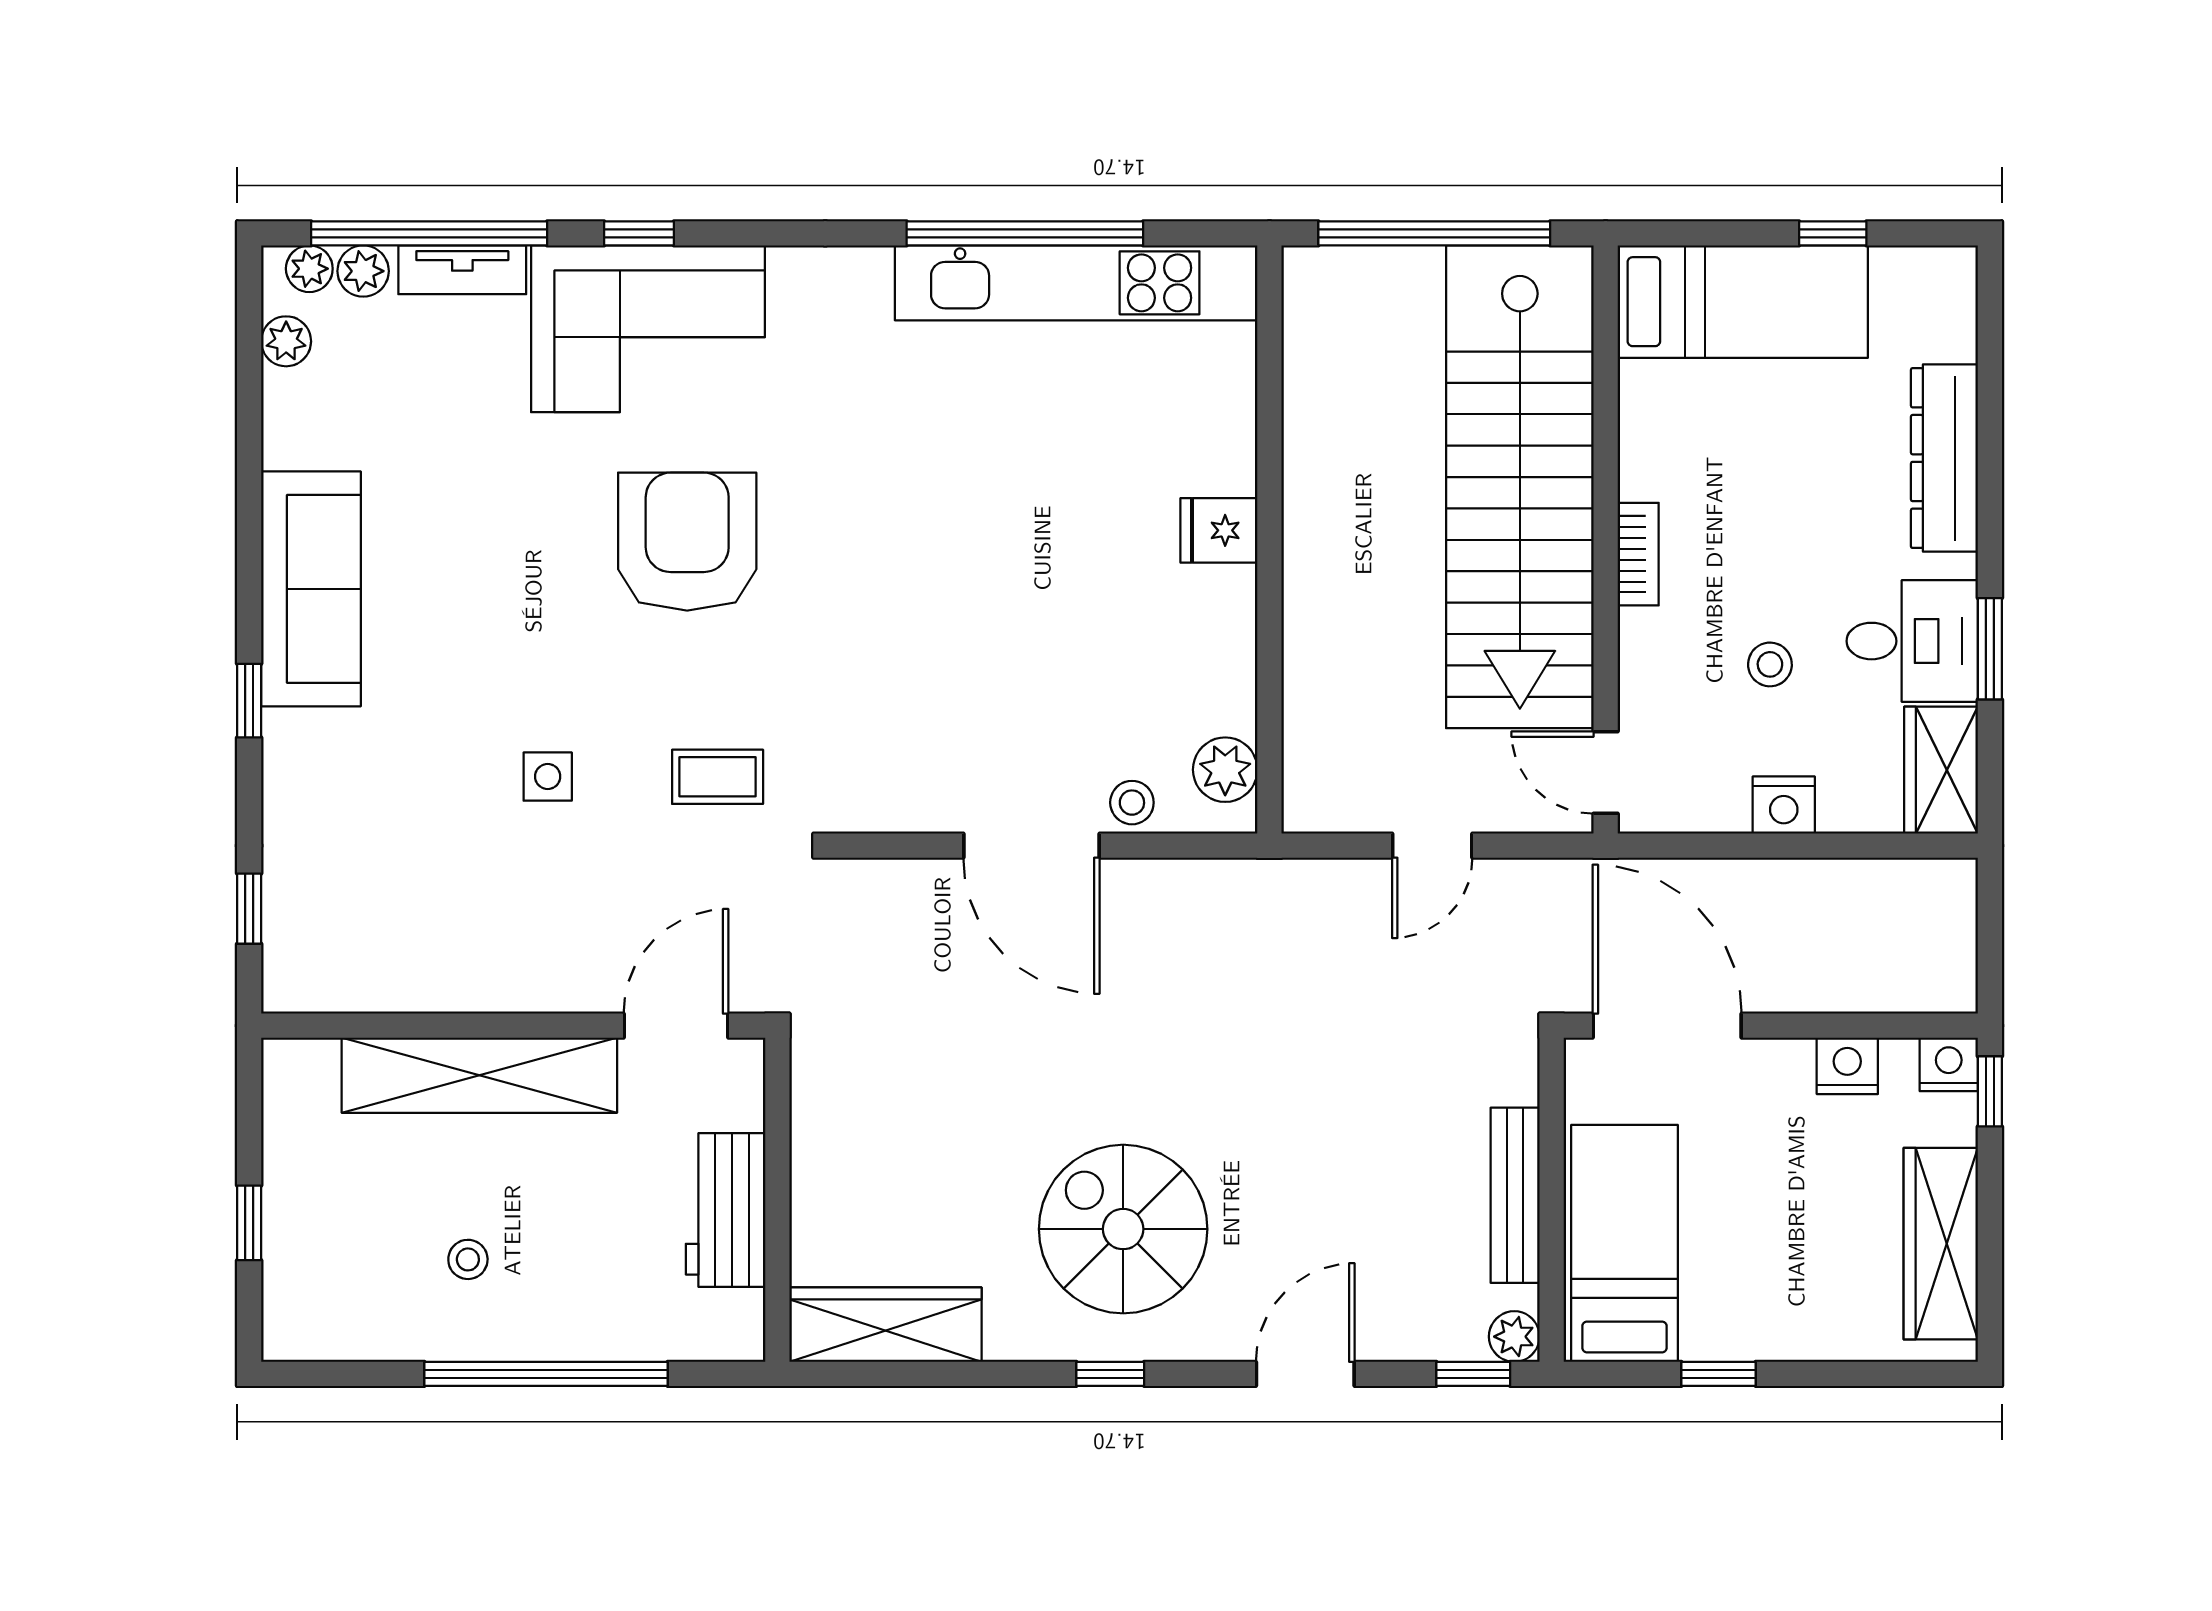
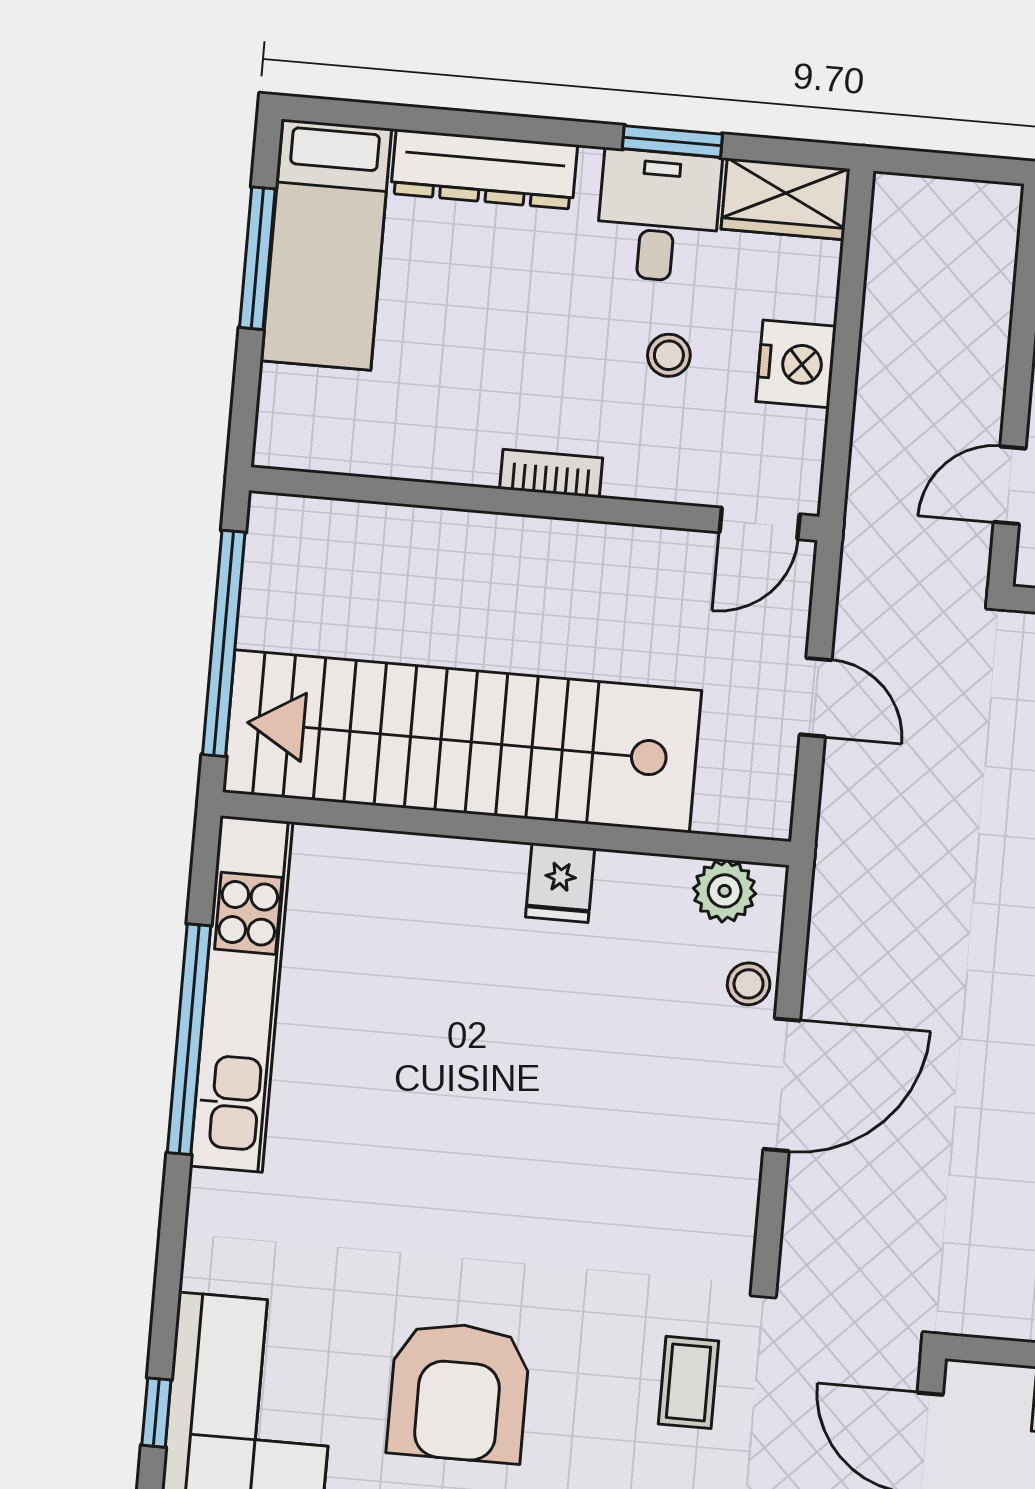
window: (1833, 233) -> (257, 258), width x2.17
bed: (1743, 302) -> (327, 245), moved, turned 180
stairs: (1520, 487) -> (462, 741), moved, turned 180
fridge: (1219, 530) -> (560, 883), moved
armchair: (687, 542) -> (459, 1392), turned -90
nightstand: (1784, 805) -> (796, 364), width x1.36, depth x1.33
door: (1667, 1026) -> (1010, 485), width x0.53

